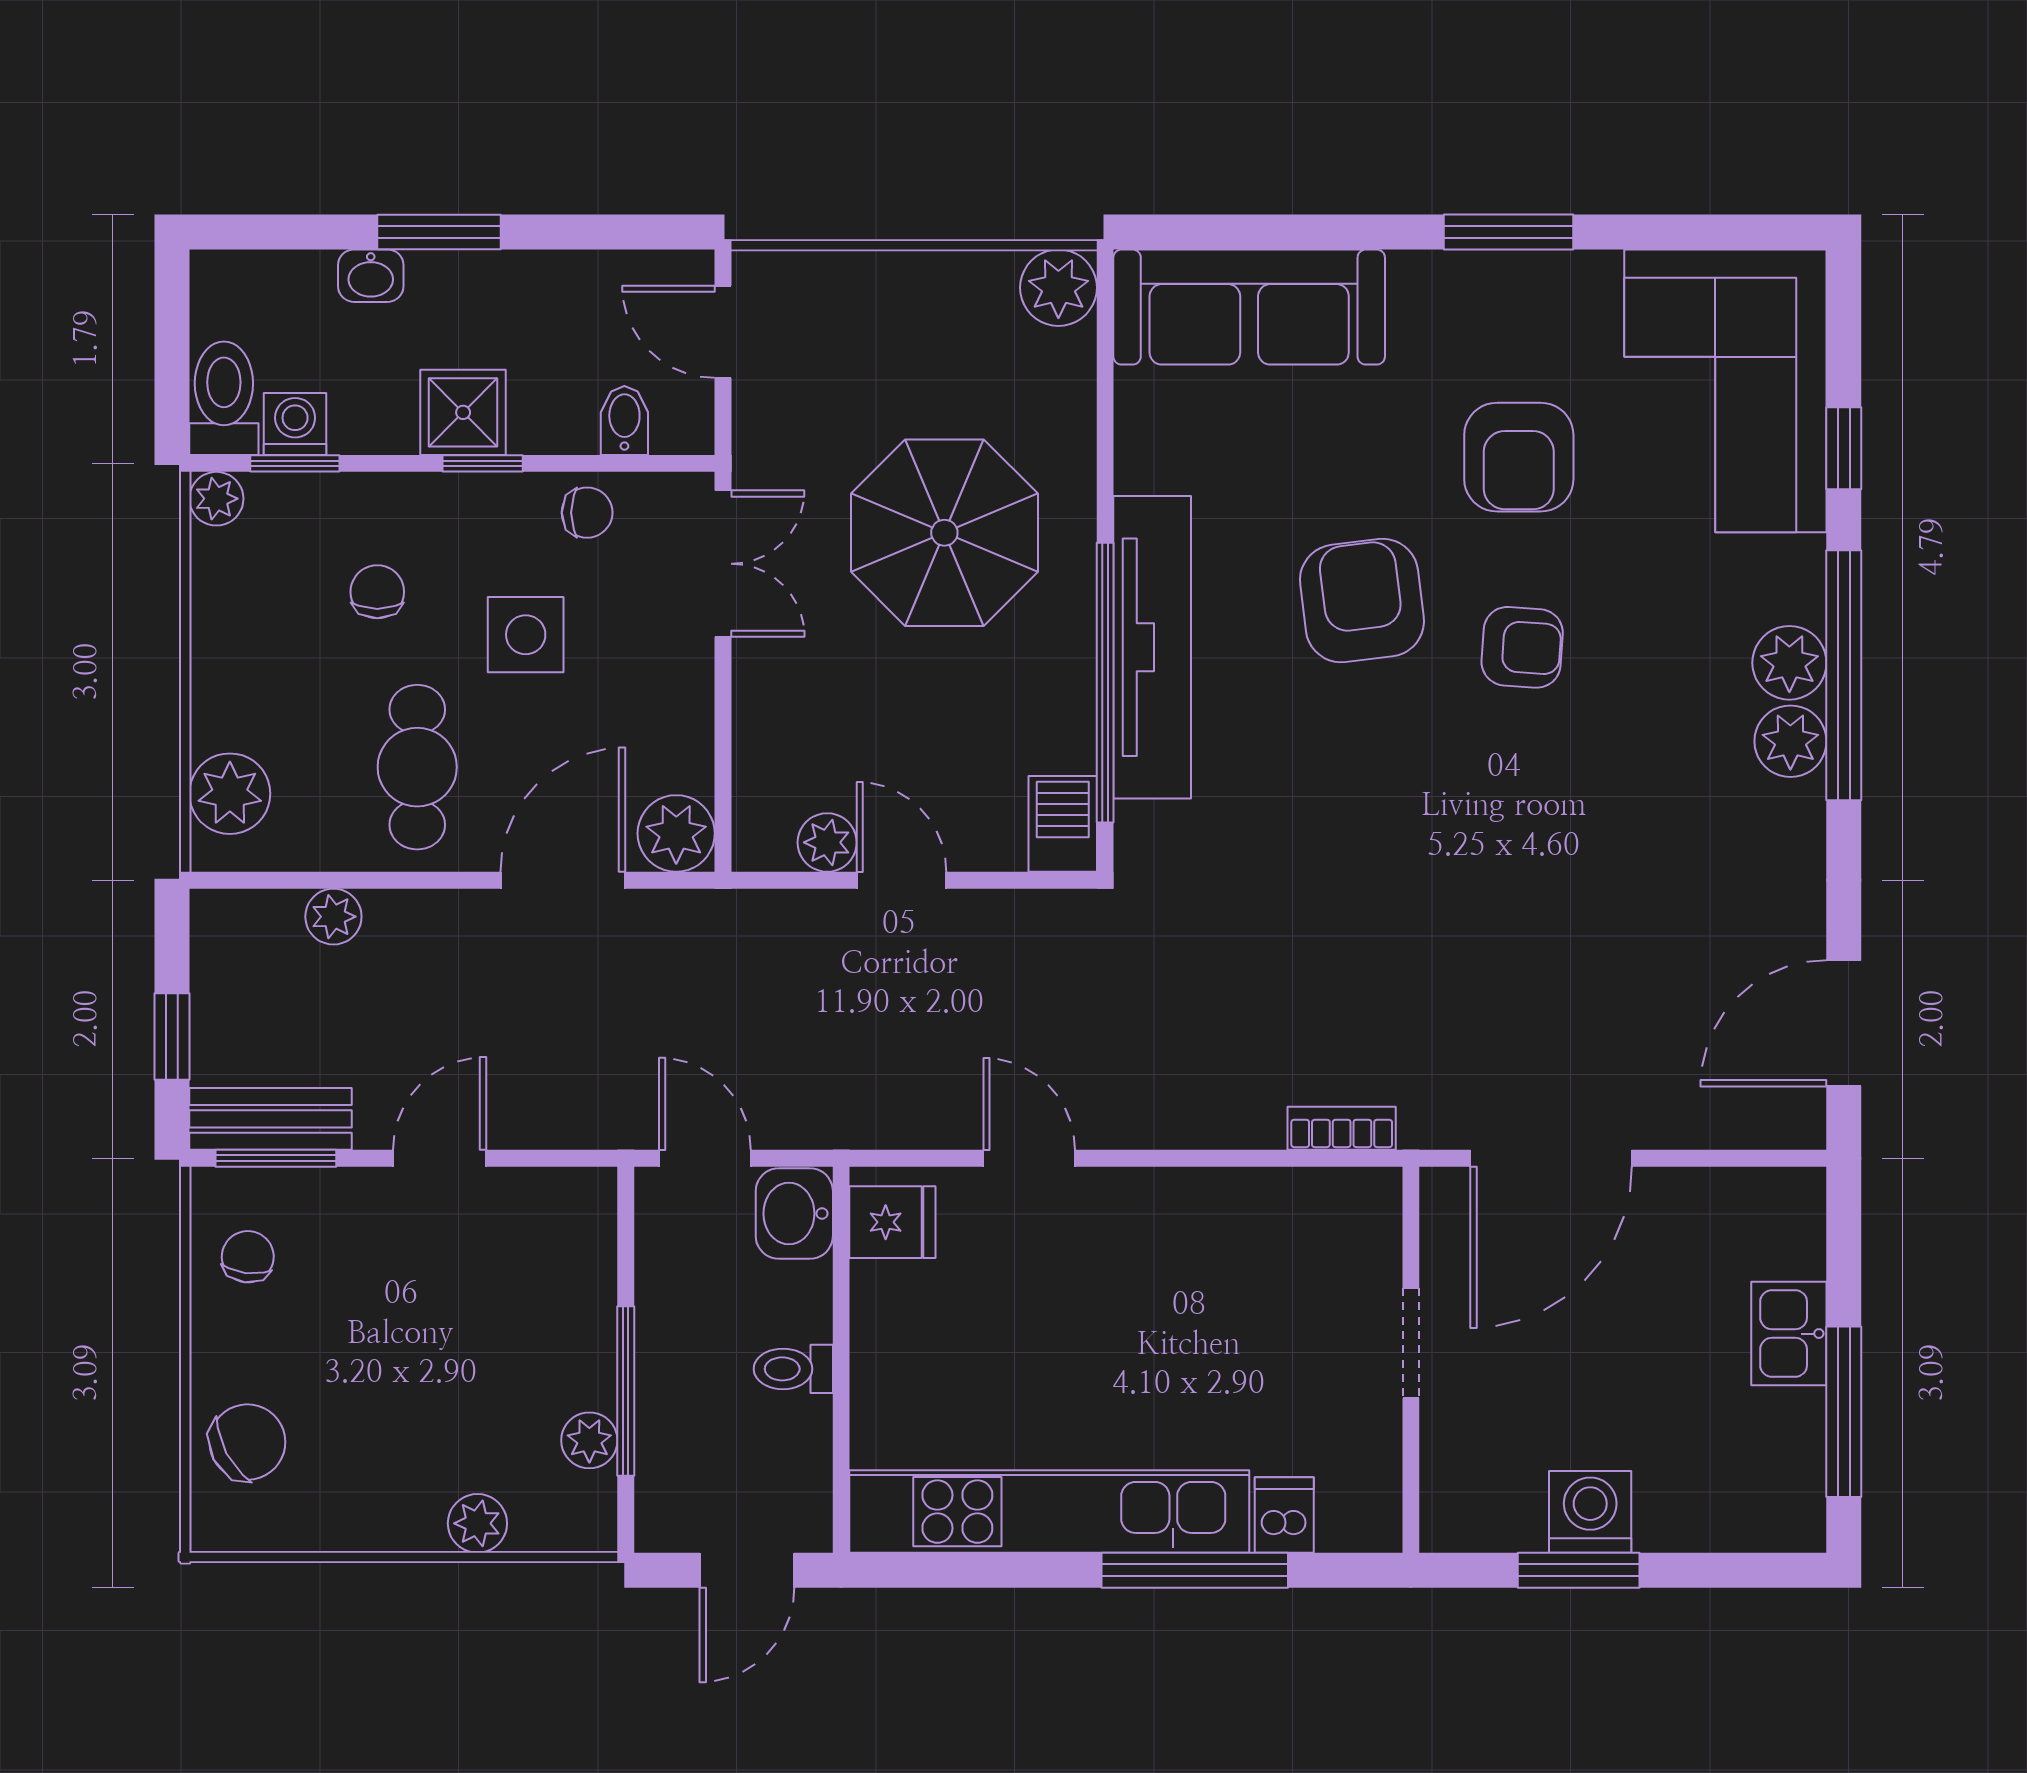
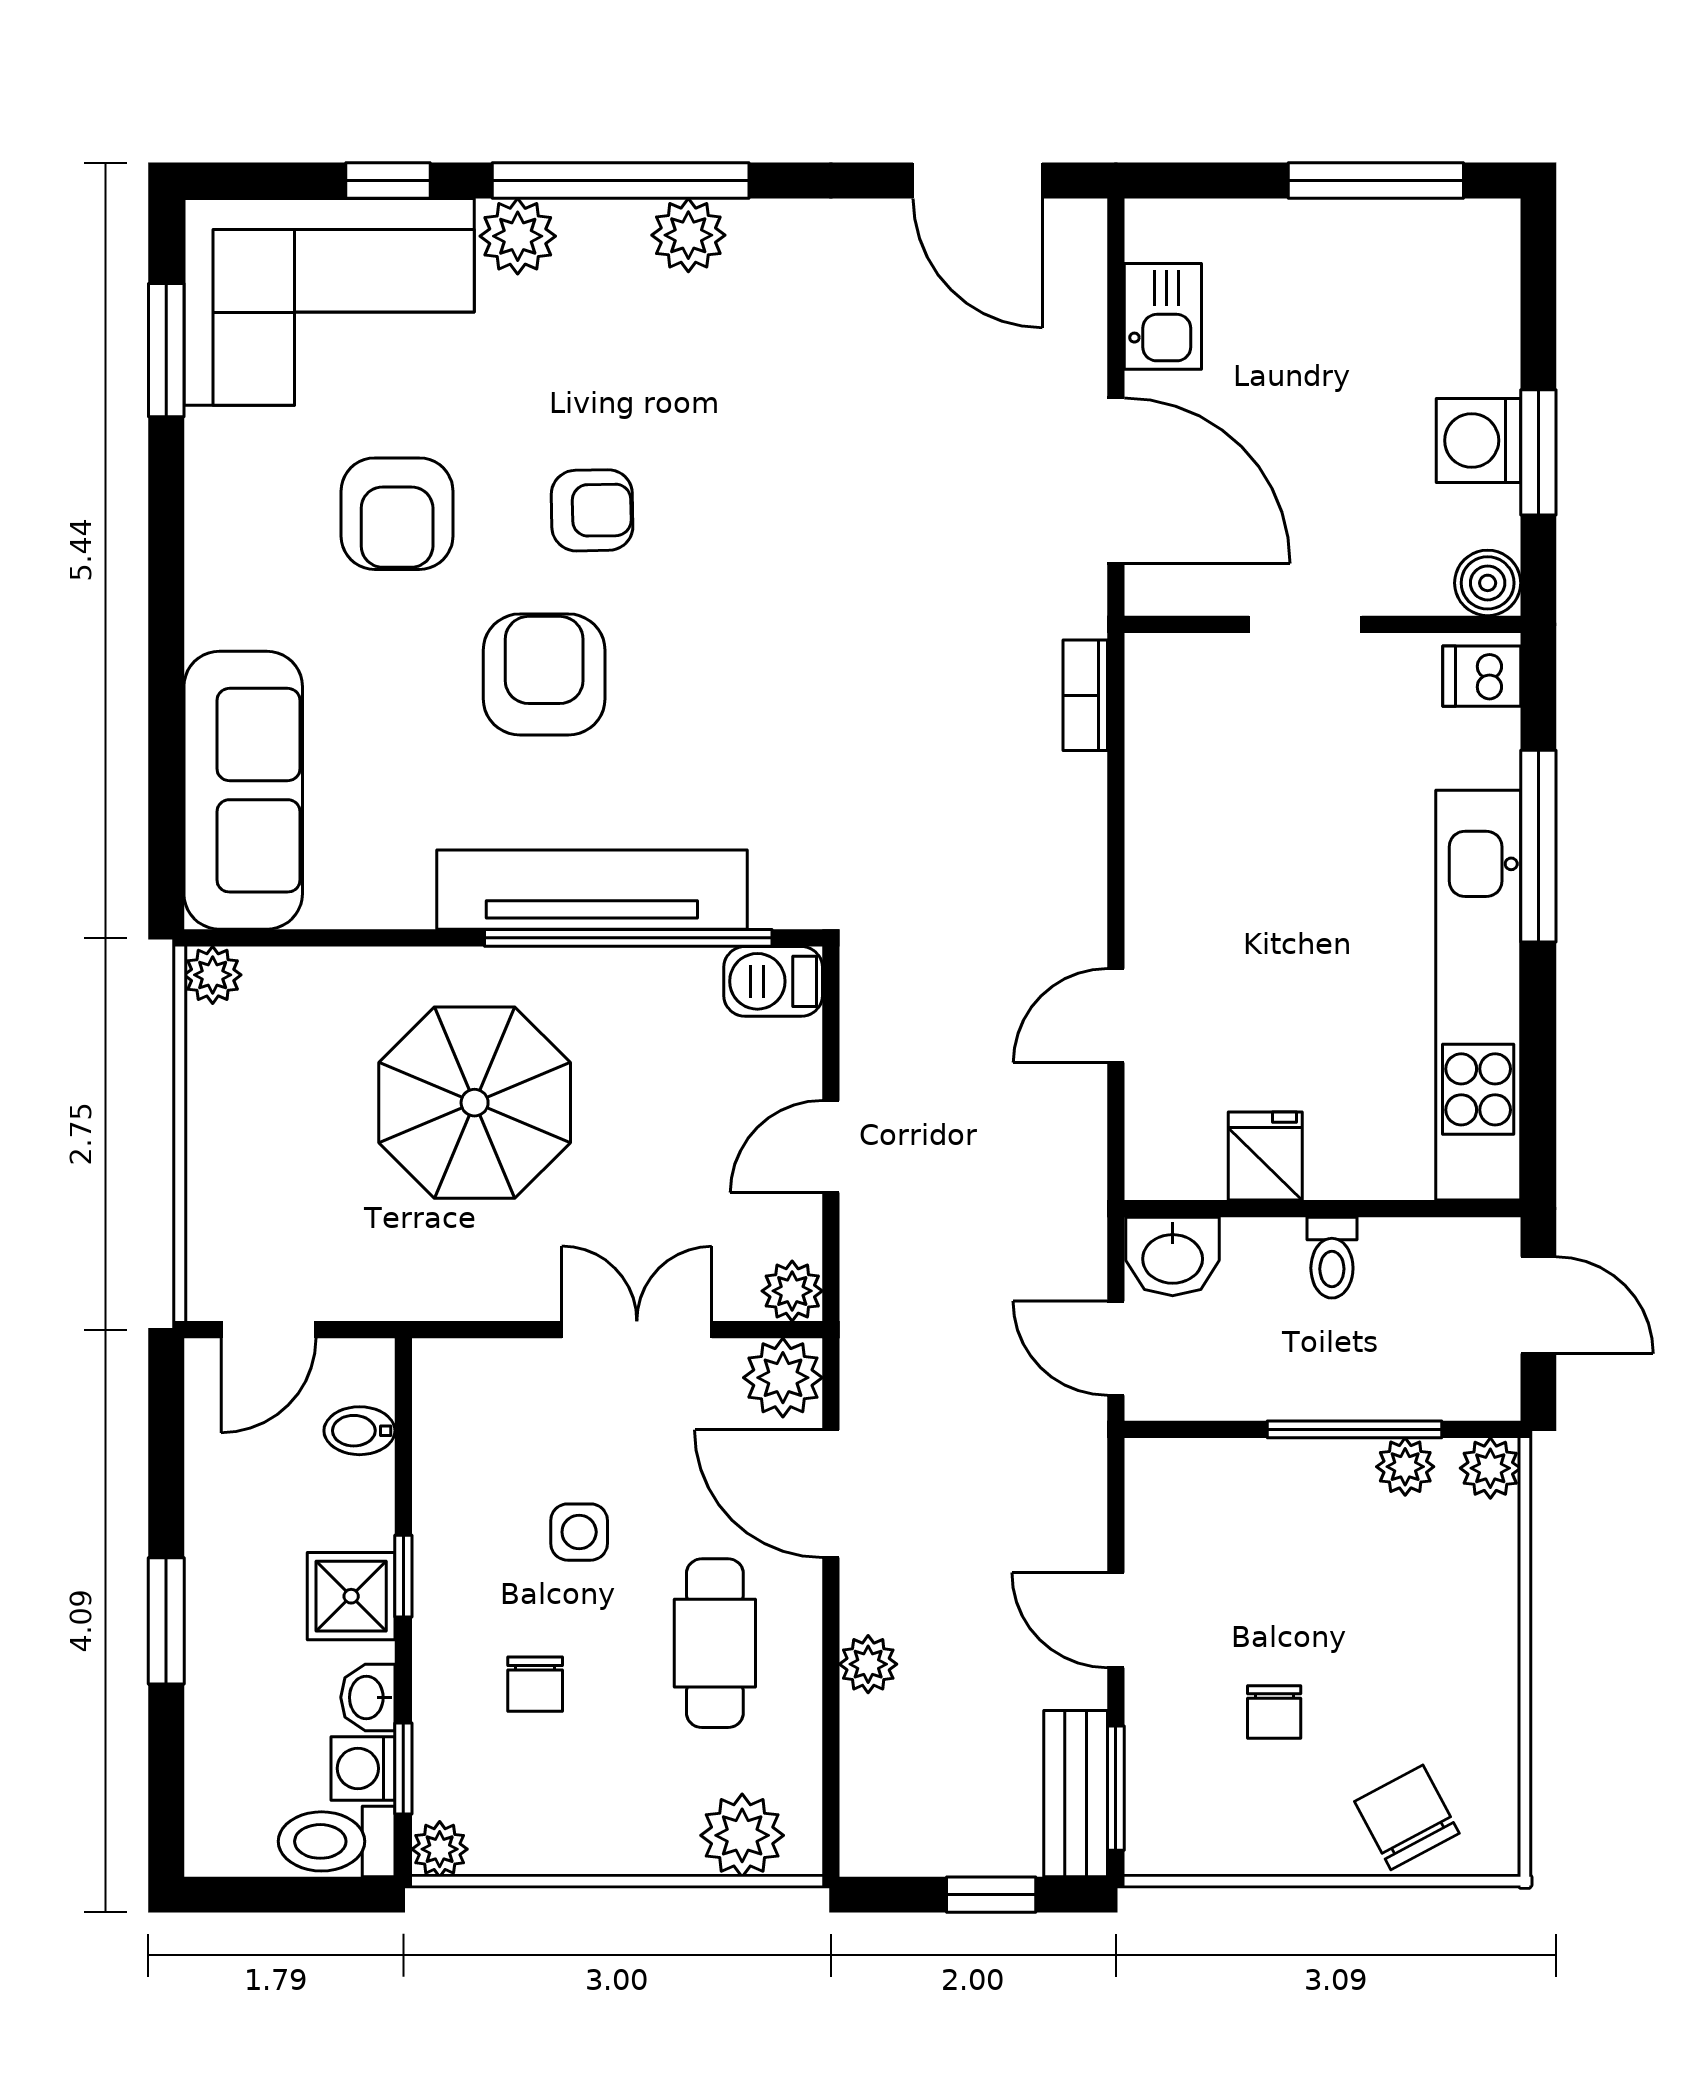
window: (1508, 232) -> (166, 350), moved
washbasin: (371, 276) -> (368, 1697), moved, turned 180
plant: (1058, 288) -> (213, 975), width x0.73, depth x0.73
armchair: (1519, 457) -> (397, 514), turned 90
chair: (587, 513) -> (454, 1469), removed
double door: (723, 564) -> (637, 1330), moved
chair: (377, 592) -> (535, 1684), turned -90
armchair: (1362, 601) -> (544, 674), turned 97
side table: (526, 635) -> (579, 1532), width x0.73, depth x0.73
armchair: (1522, 647) -> (592, 510), turned 85
plant: (1789, 663) -> (518, 236), moved
cafe table: (417, 767) -> (715, 1643), turned 90
plant: (827, 842) -> (792, 1291), moved
plant: (333, 917) -> (868, 1664), moved
door: (705, 1158) -> (1116, 1348), hinge flipped
fridge: (892, 1222) -> (1265, 1156), moved
chair: (248, 1257) -> (1274, 1712), moved, turned -97
kitchen sink: (1789, 1334) -> (1163, 316), moved, turned -90
dishwasher: (1284, 1515) -> (1482, 676), moved
boiler: (1451, 1521) -> (1488, 583), added
plant: (477, 1523) -> (1490, 1468), moved

